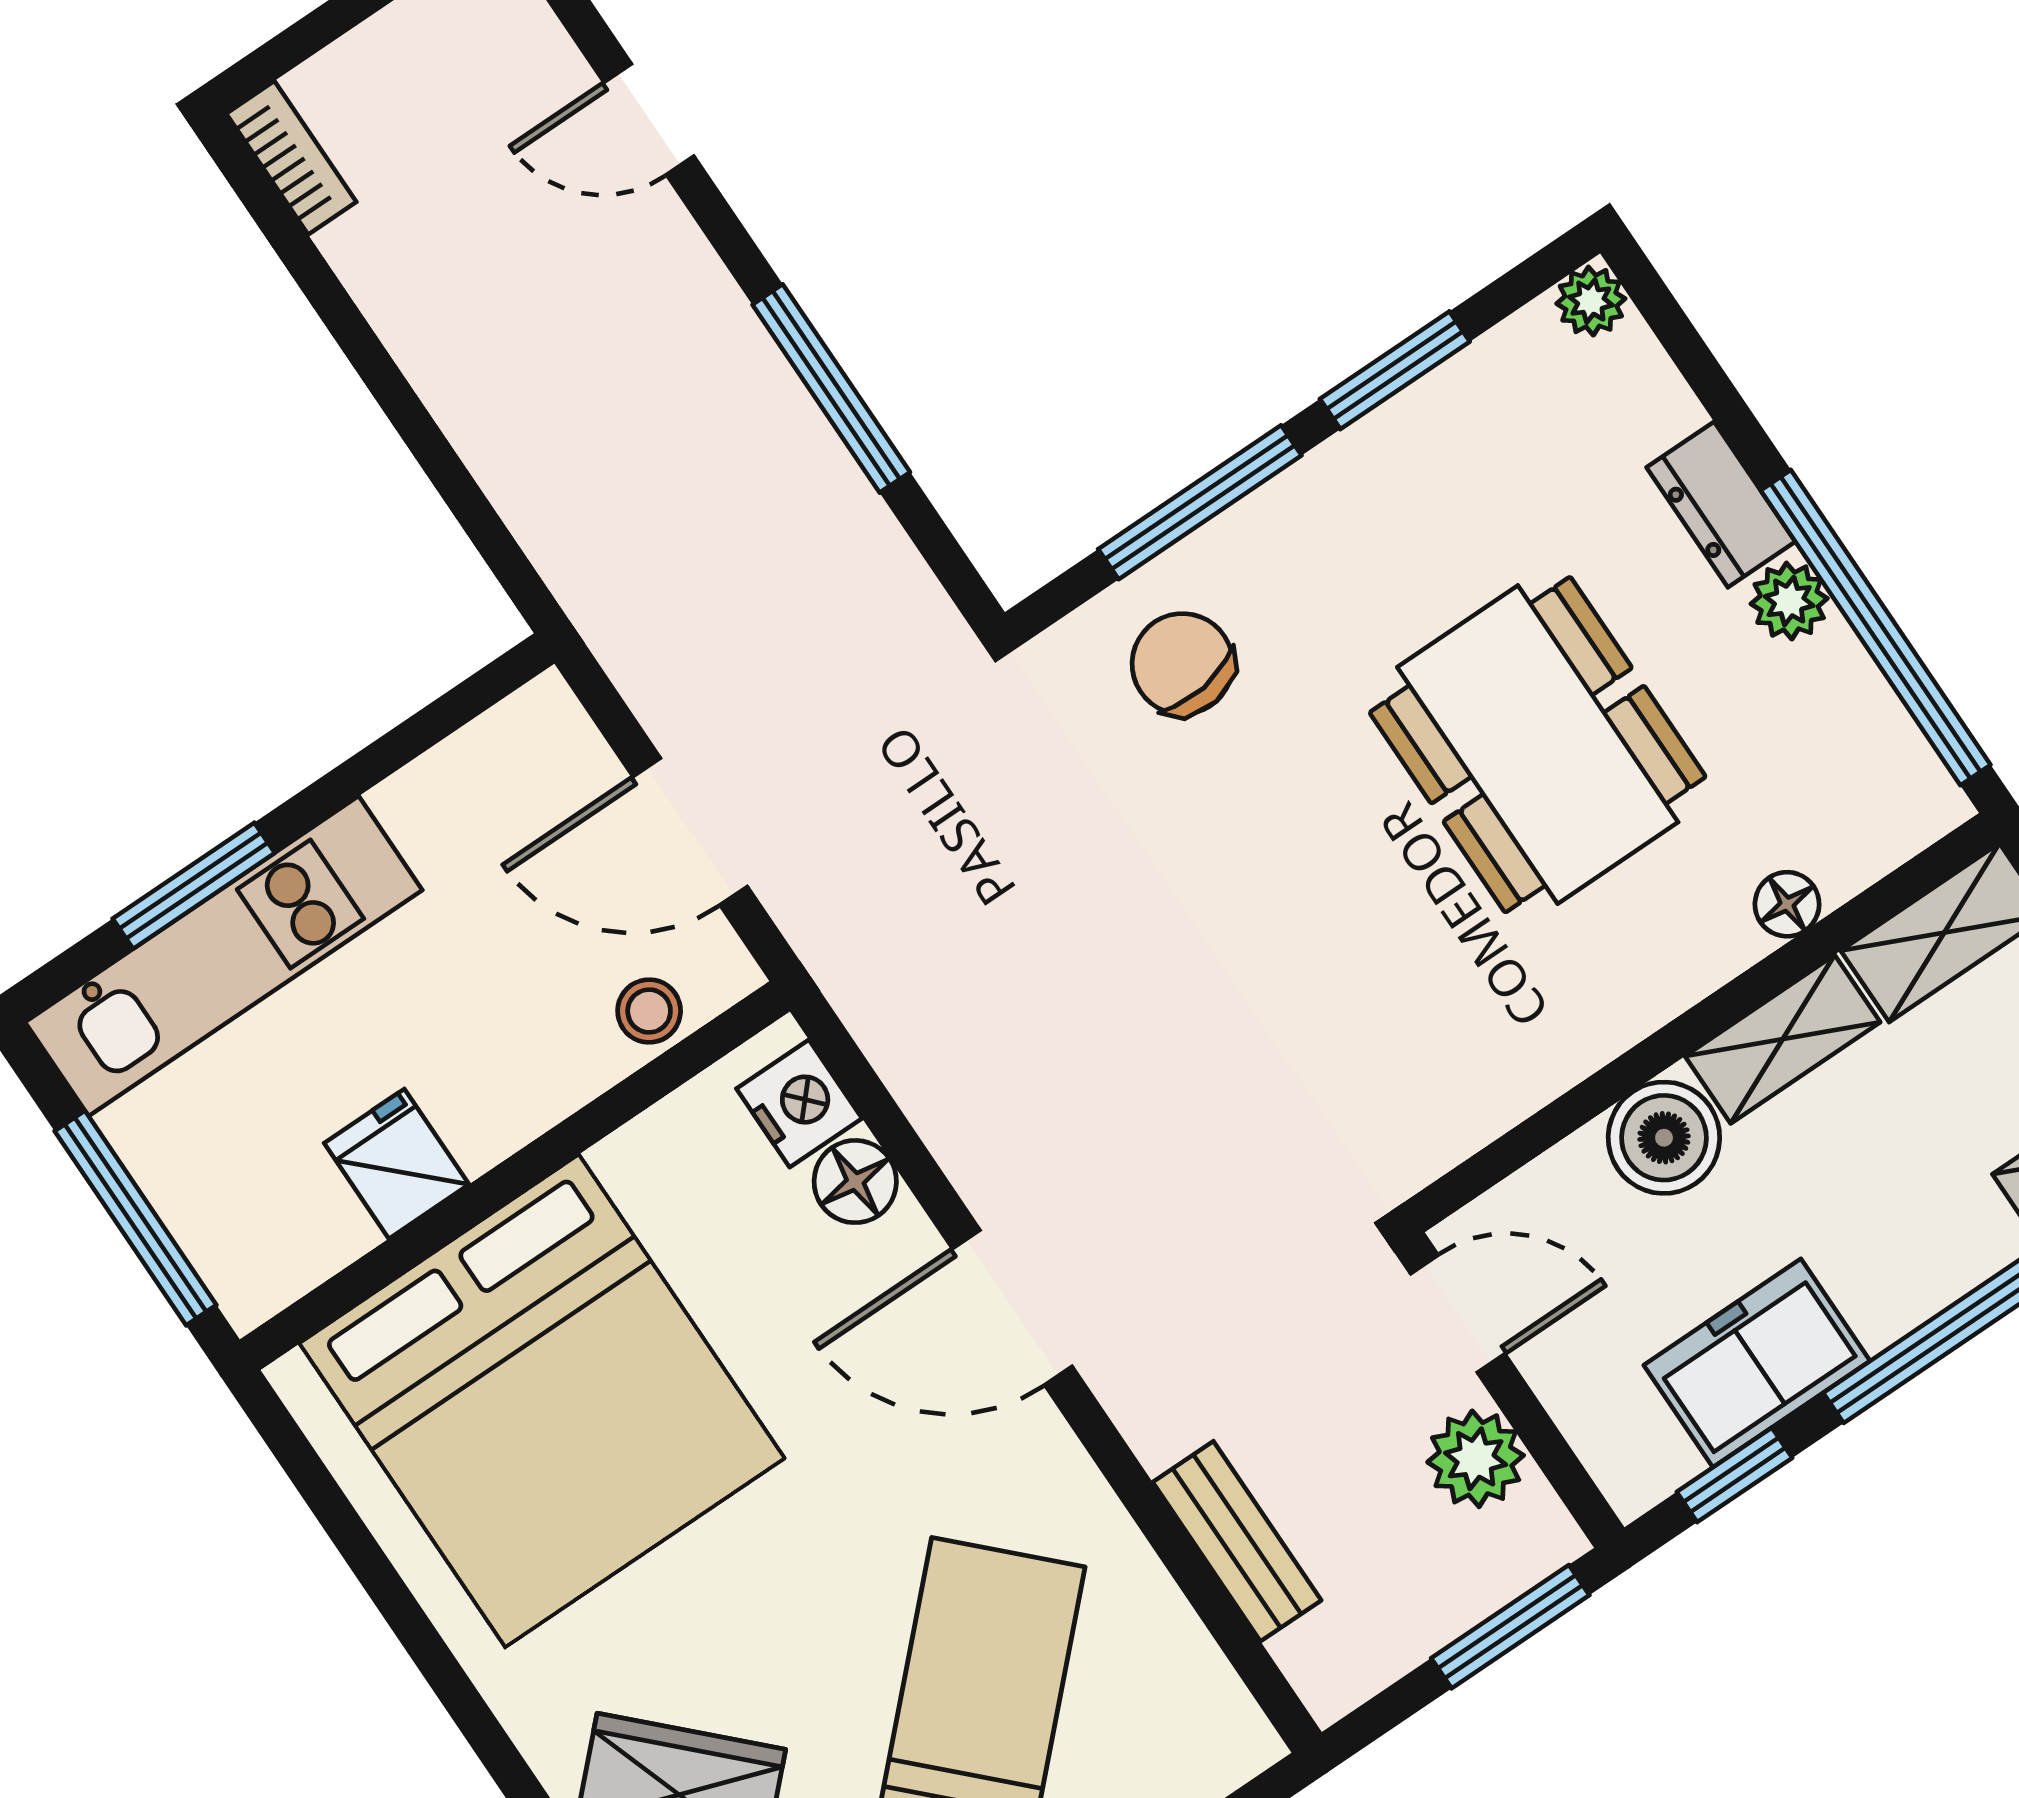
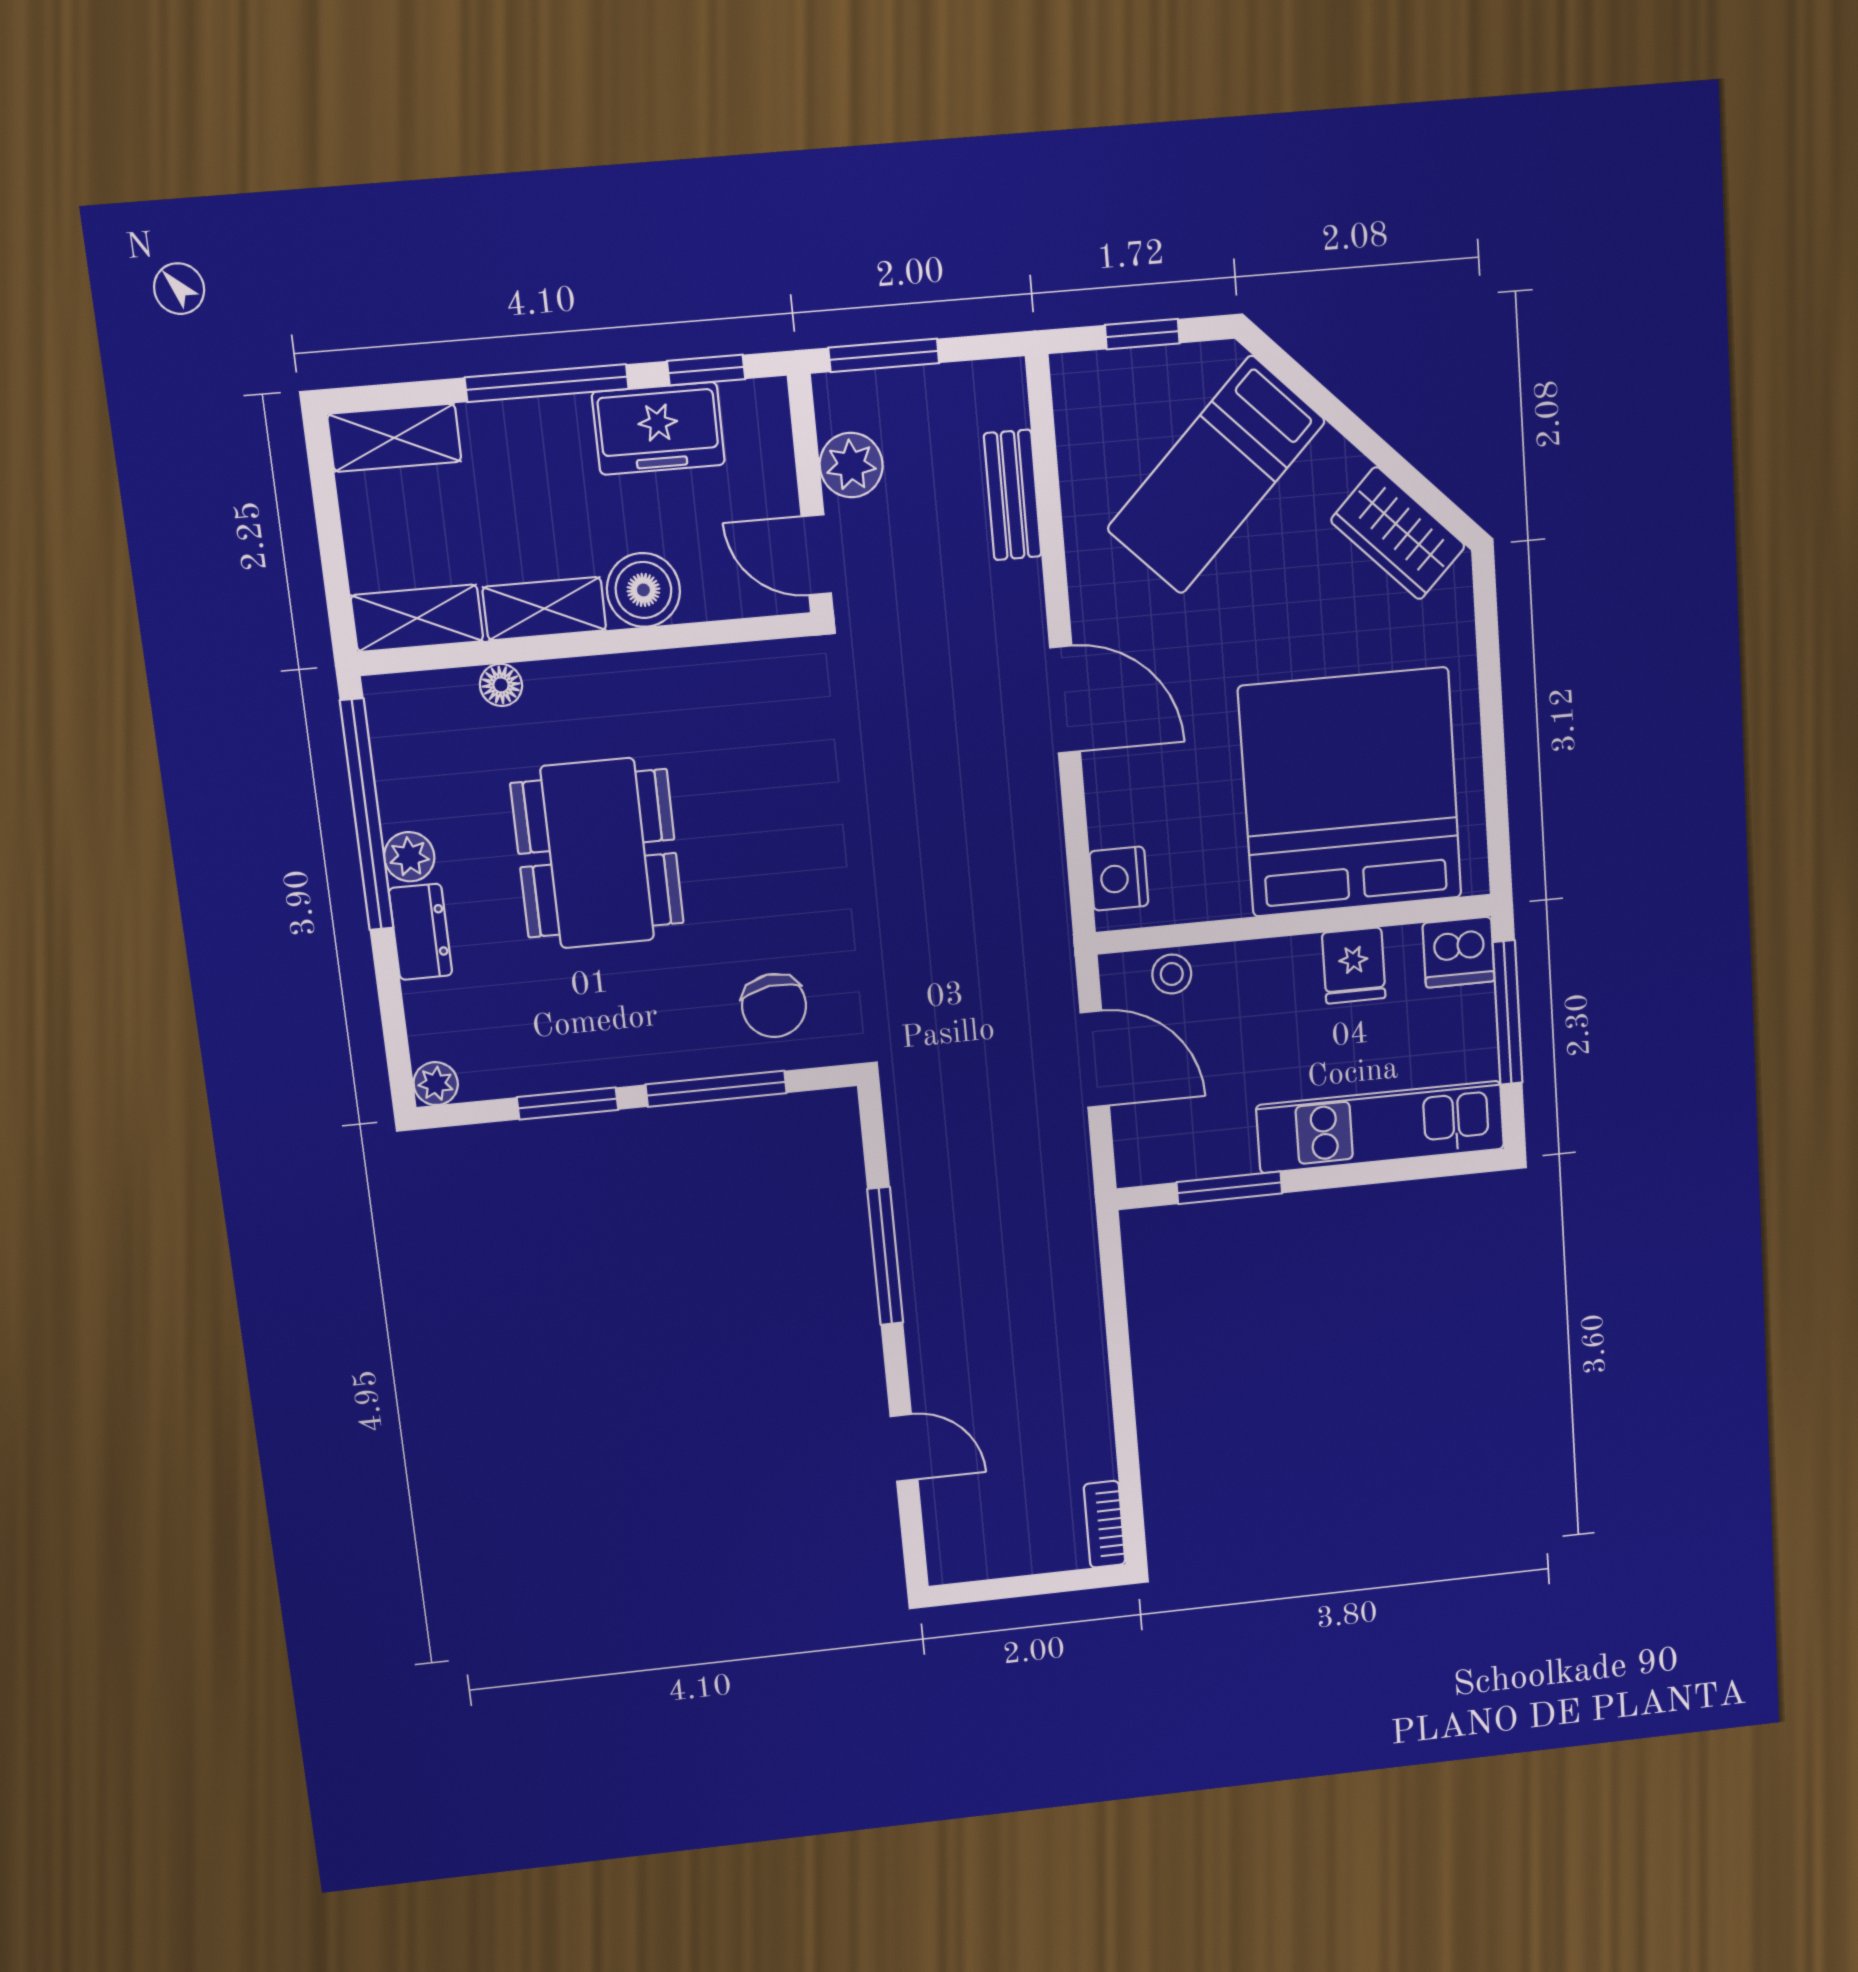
window: (194, 886) -> (1229, 1188), moved
floor lamp: (855, 1182) -> (1112, 818), removed
dishwasher: (257, 1264) -> (1459, 952), added

